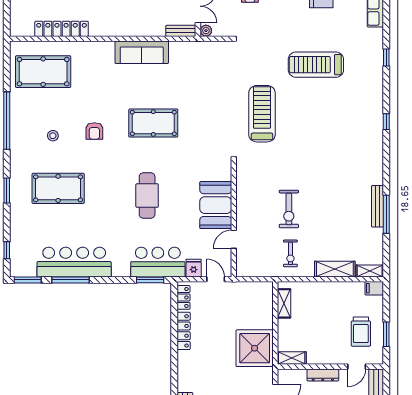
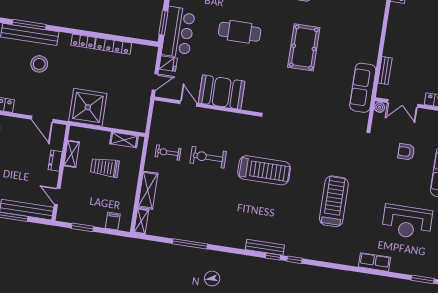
bench: (181, 31) -> (385, 71), moved
sofa: (142, 52) -> (363, 88), moved
window: (386, 58) -> (294, 260), moved
treadmill: (262, 114) -> (264, 170), moved
bench: (377, 206) -> (265, 247), moved
filing cabinet: (374, 288) -> (113, 221), moved
locker: (184, 297) -> (83, 41), moved
trolley: (361, 332) -> (105, 167), moved
shelving: (292, 358) -> (72, 154), moved
dresser: (323, 375) -> (55, 161), width x0.70

